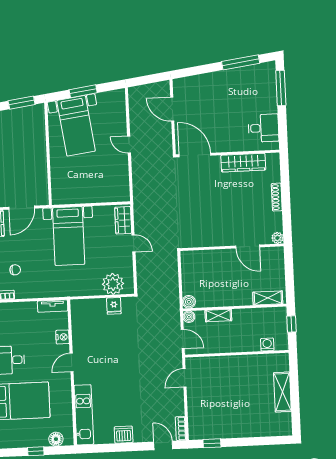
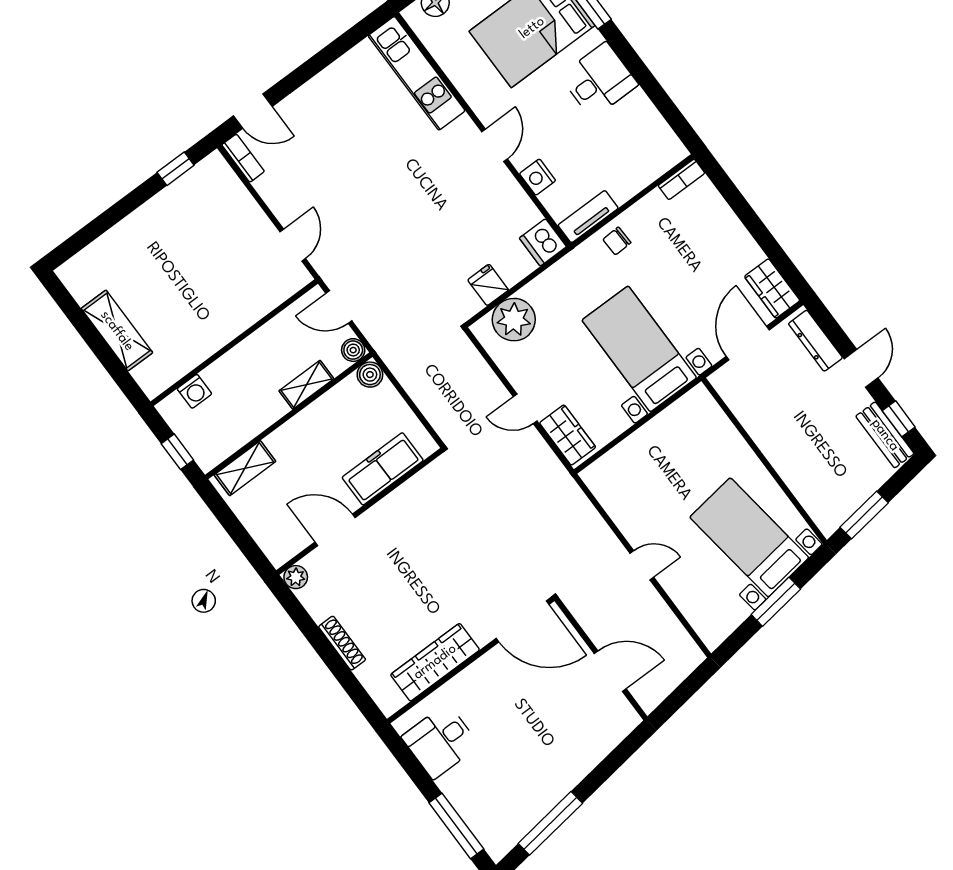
freezer: (210, 259) -> (383, 469), added
chair: (15, 270) -> (617, 241), moved
dishwasher: (124, 435) -> (543, 242), moved, turned 90

